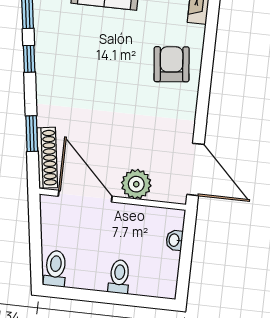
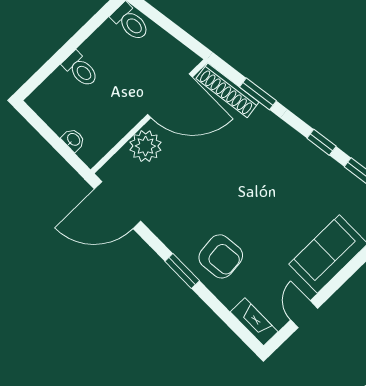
window: (205, 84) -> (182, 271), added

